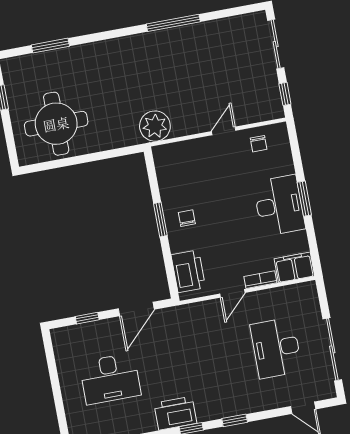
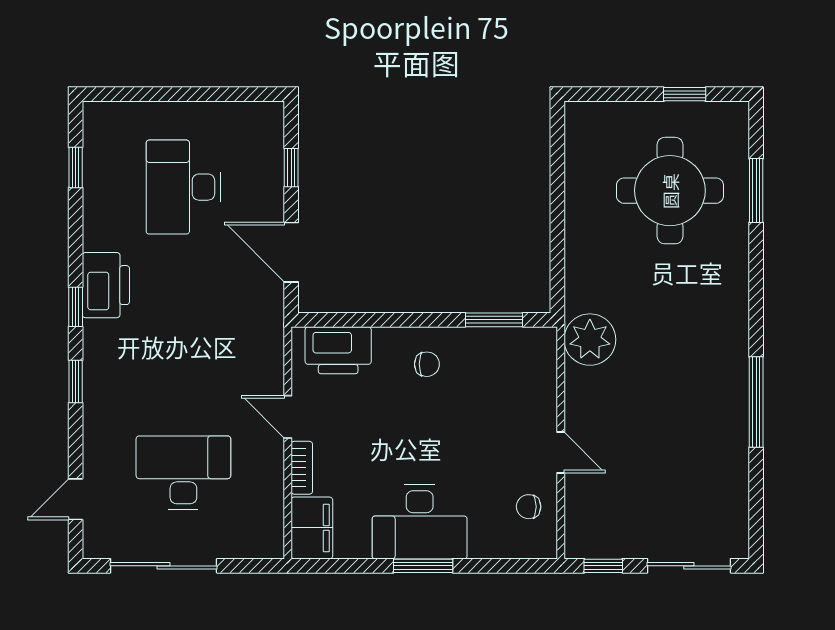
round table: (56, 124) -> (670, 191), moved
window: (160, 219) -> (494, 320), moved

